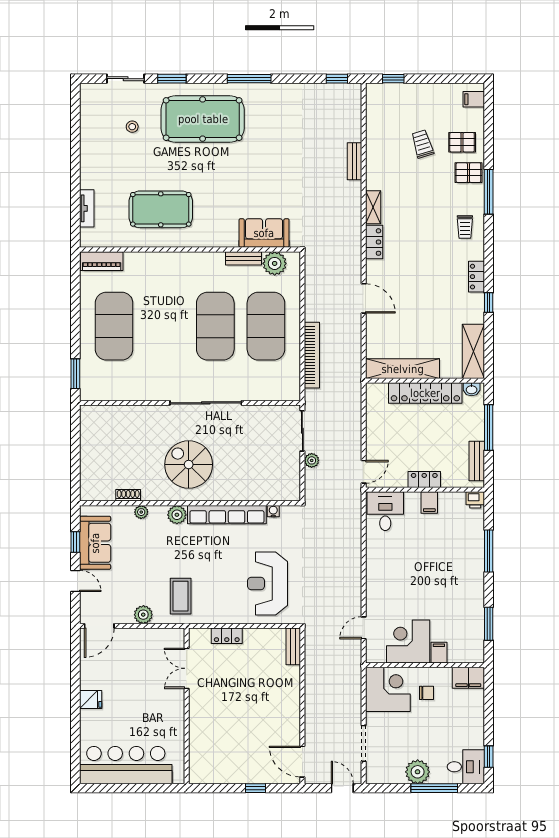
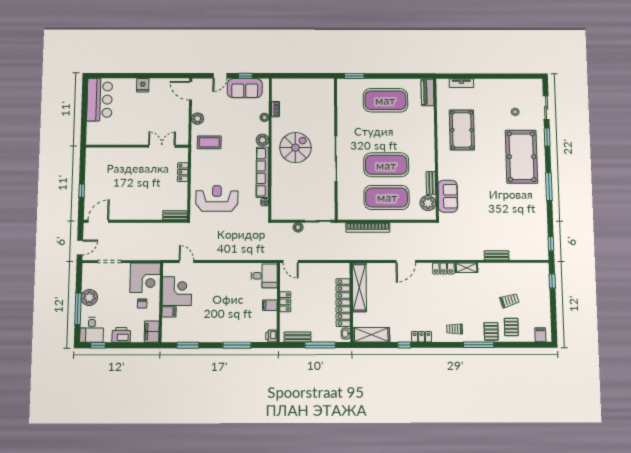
printer: (473, 723) -> (121, 335), added
bar counter: (126, 765) -> (100, 100), width x0.73

